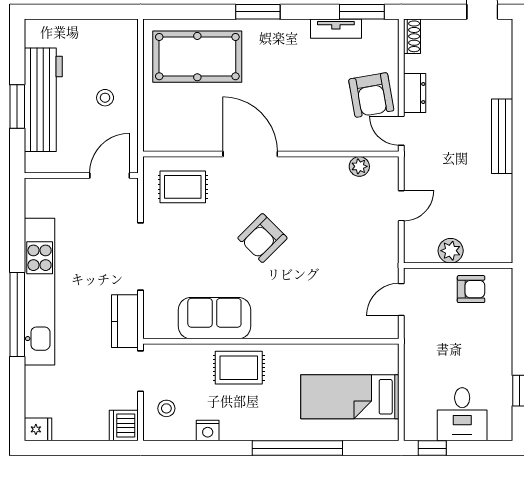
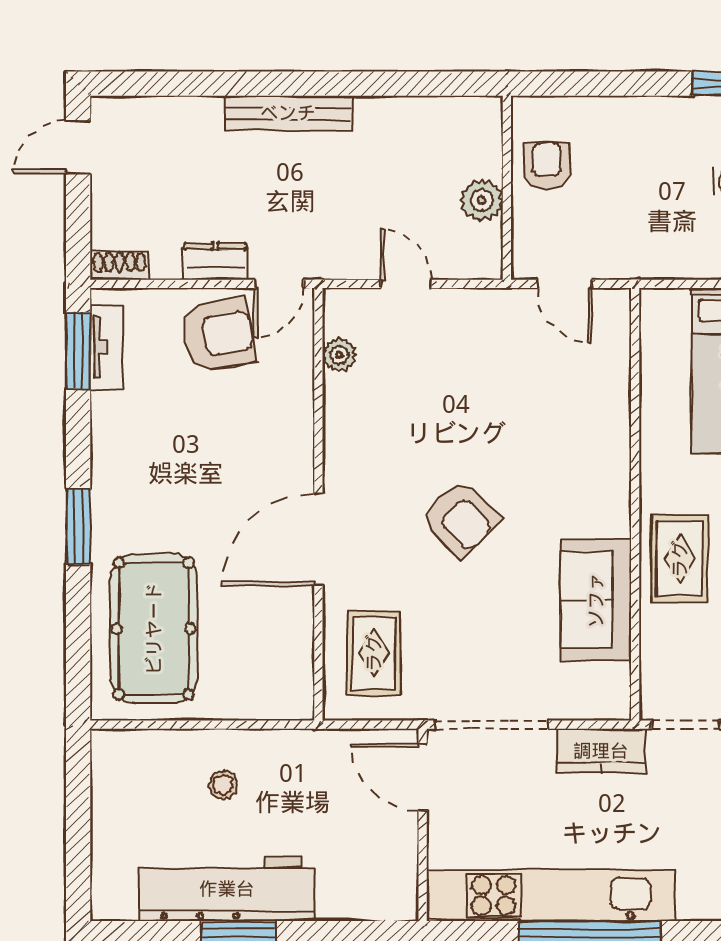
tv unit: (336, 29) -> (106, 347), moved
wall: (81, 175) -> (423, 825), moved
door: (110, 175) -> (423, 777), moved

